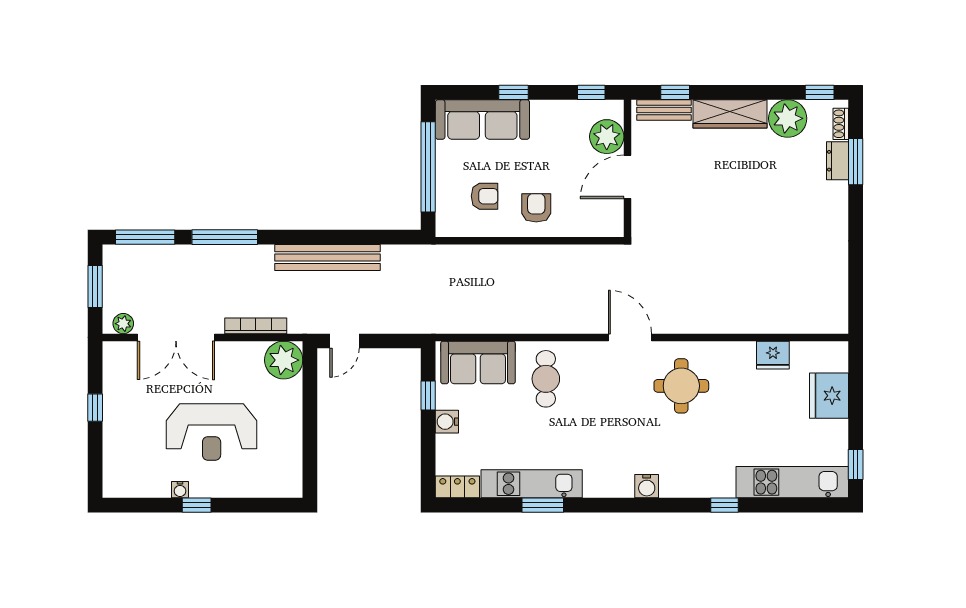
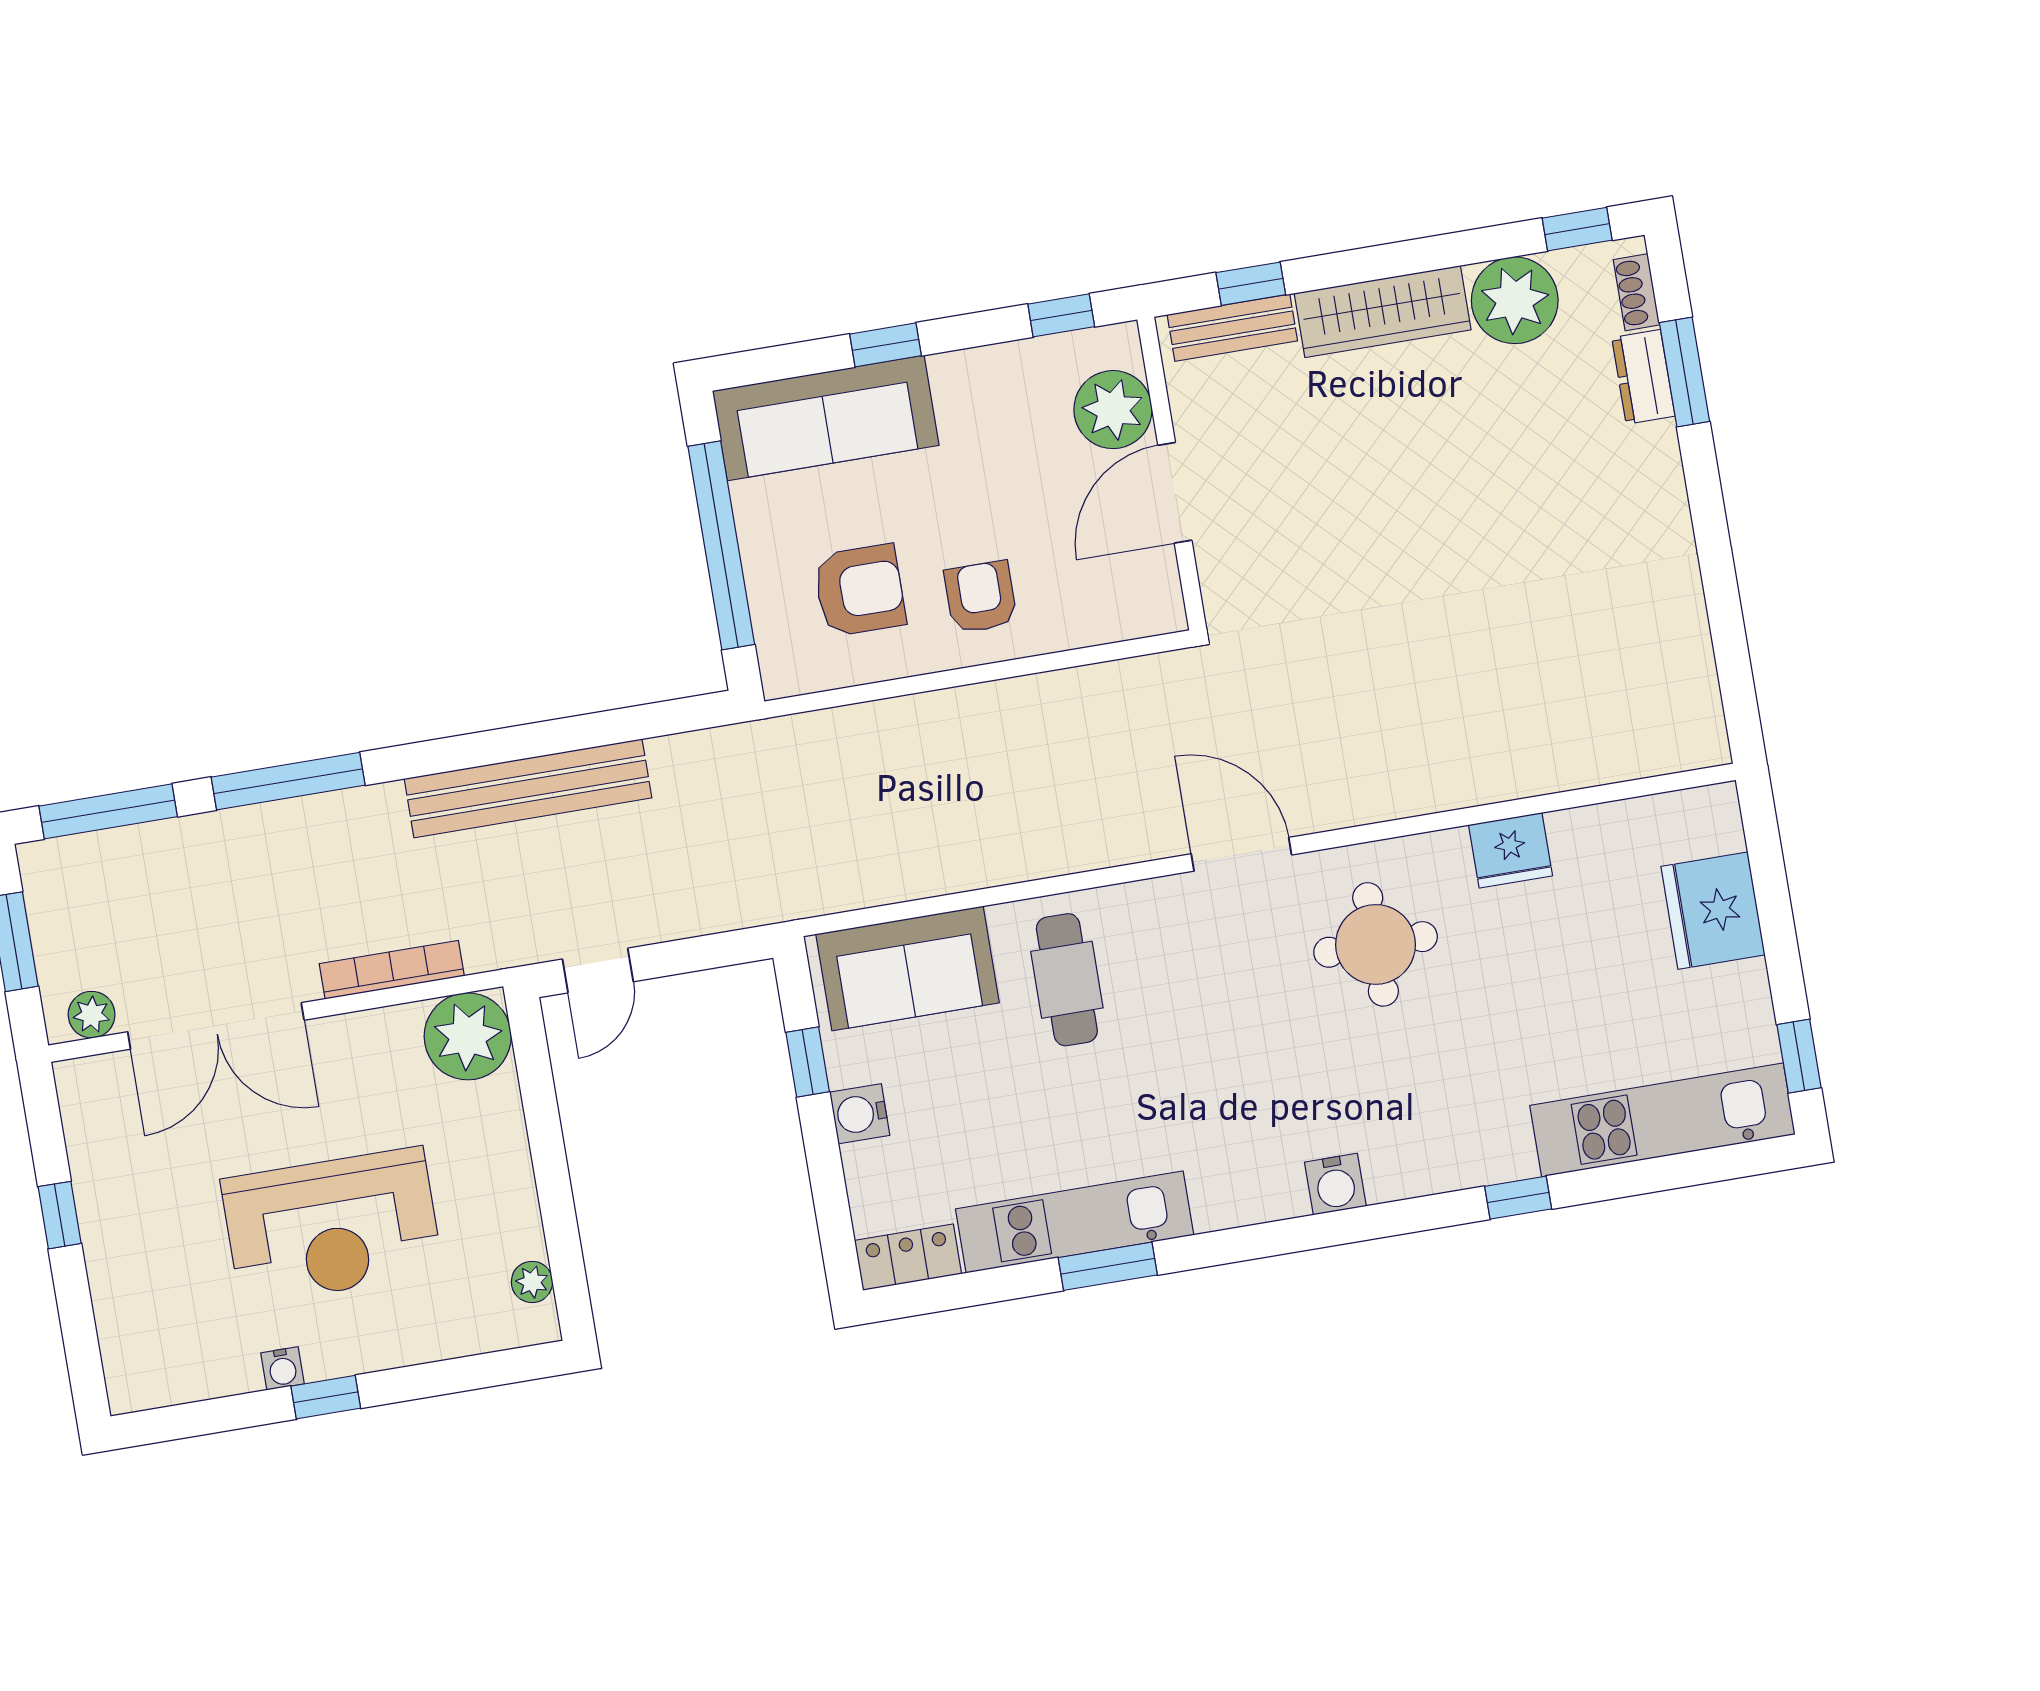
armchair: (485, 196) -> (860, 590), width x1.38, depth x1.38
fridge: (773, 355) -> (1510, 850), moved
plant: (294, 470) -> (532, 1282), added

